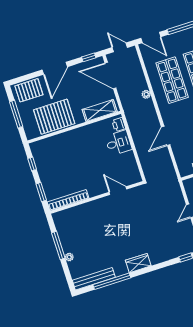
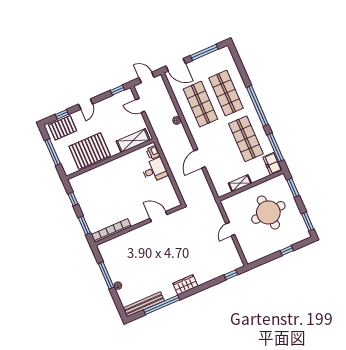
door: (55, 68) -> (86, 104), width x0.53
door: (110, 75) -> (140, 106), width x0.53
window: (29, 76) -> (62, 114), added

